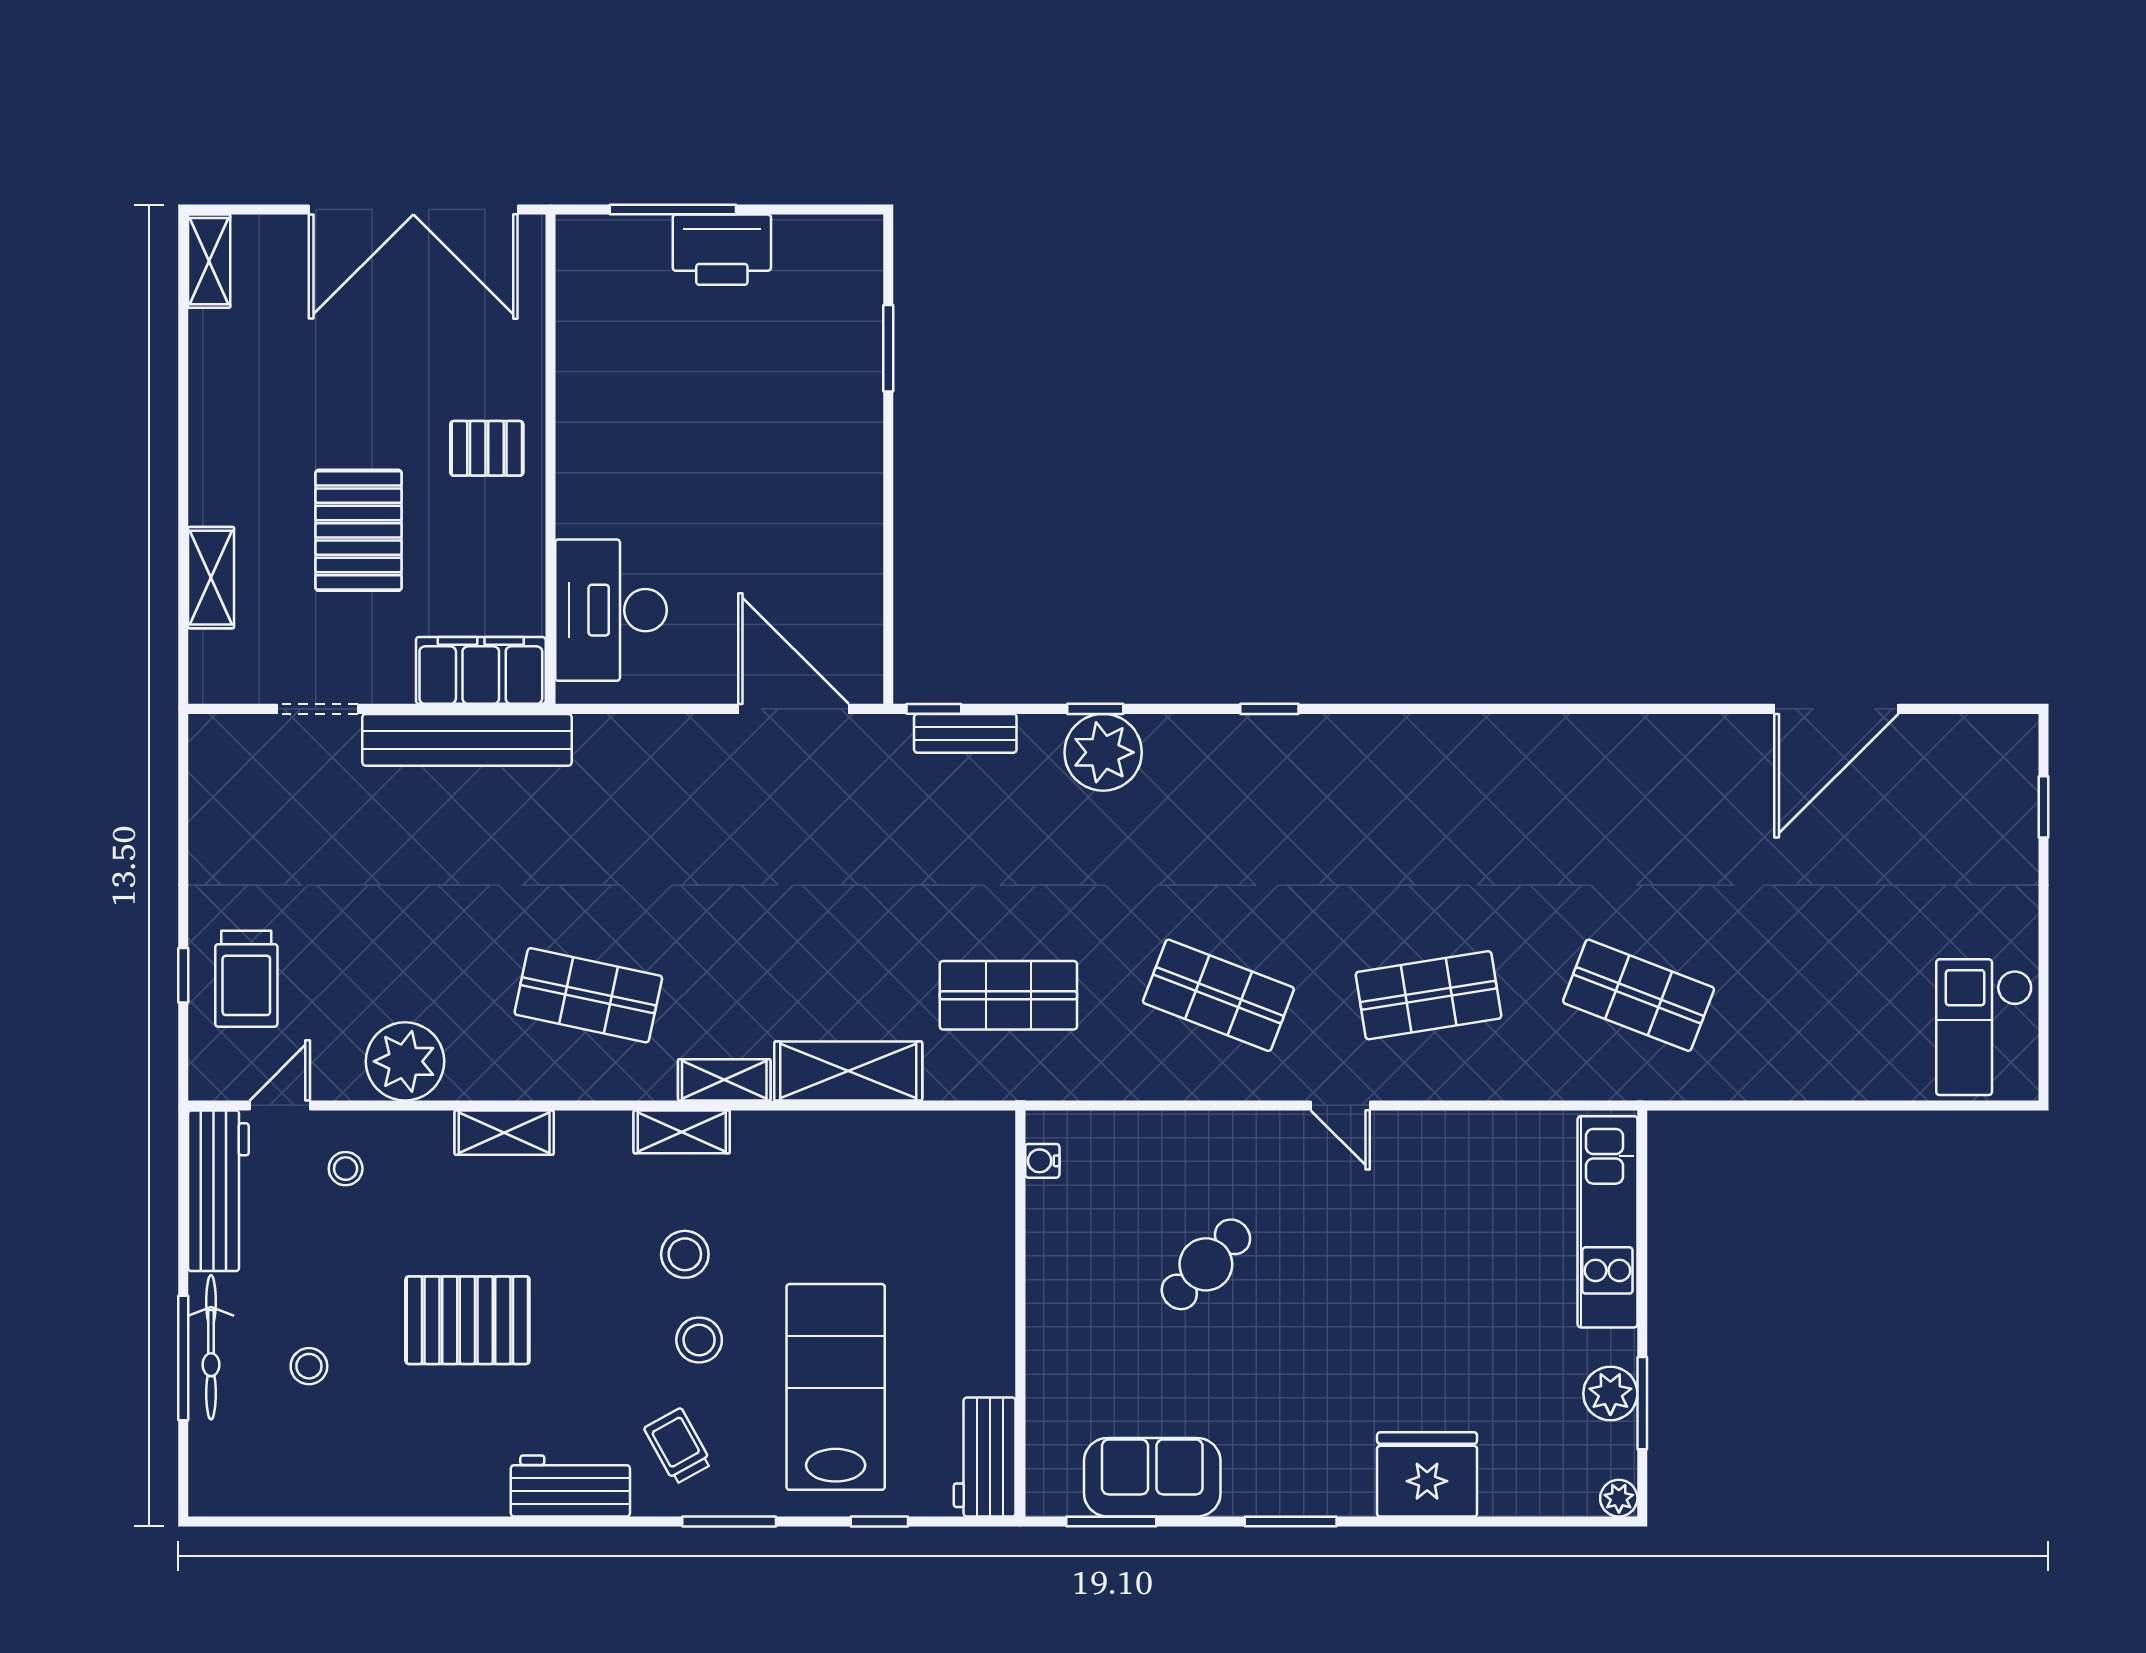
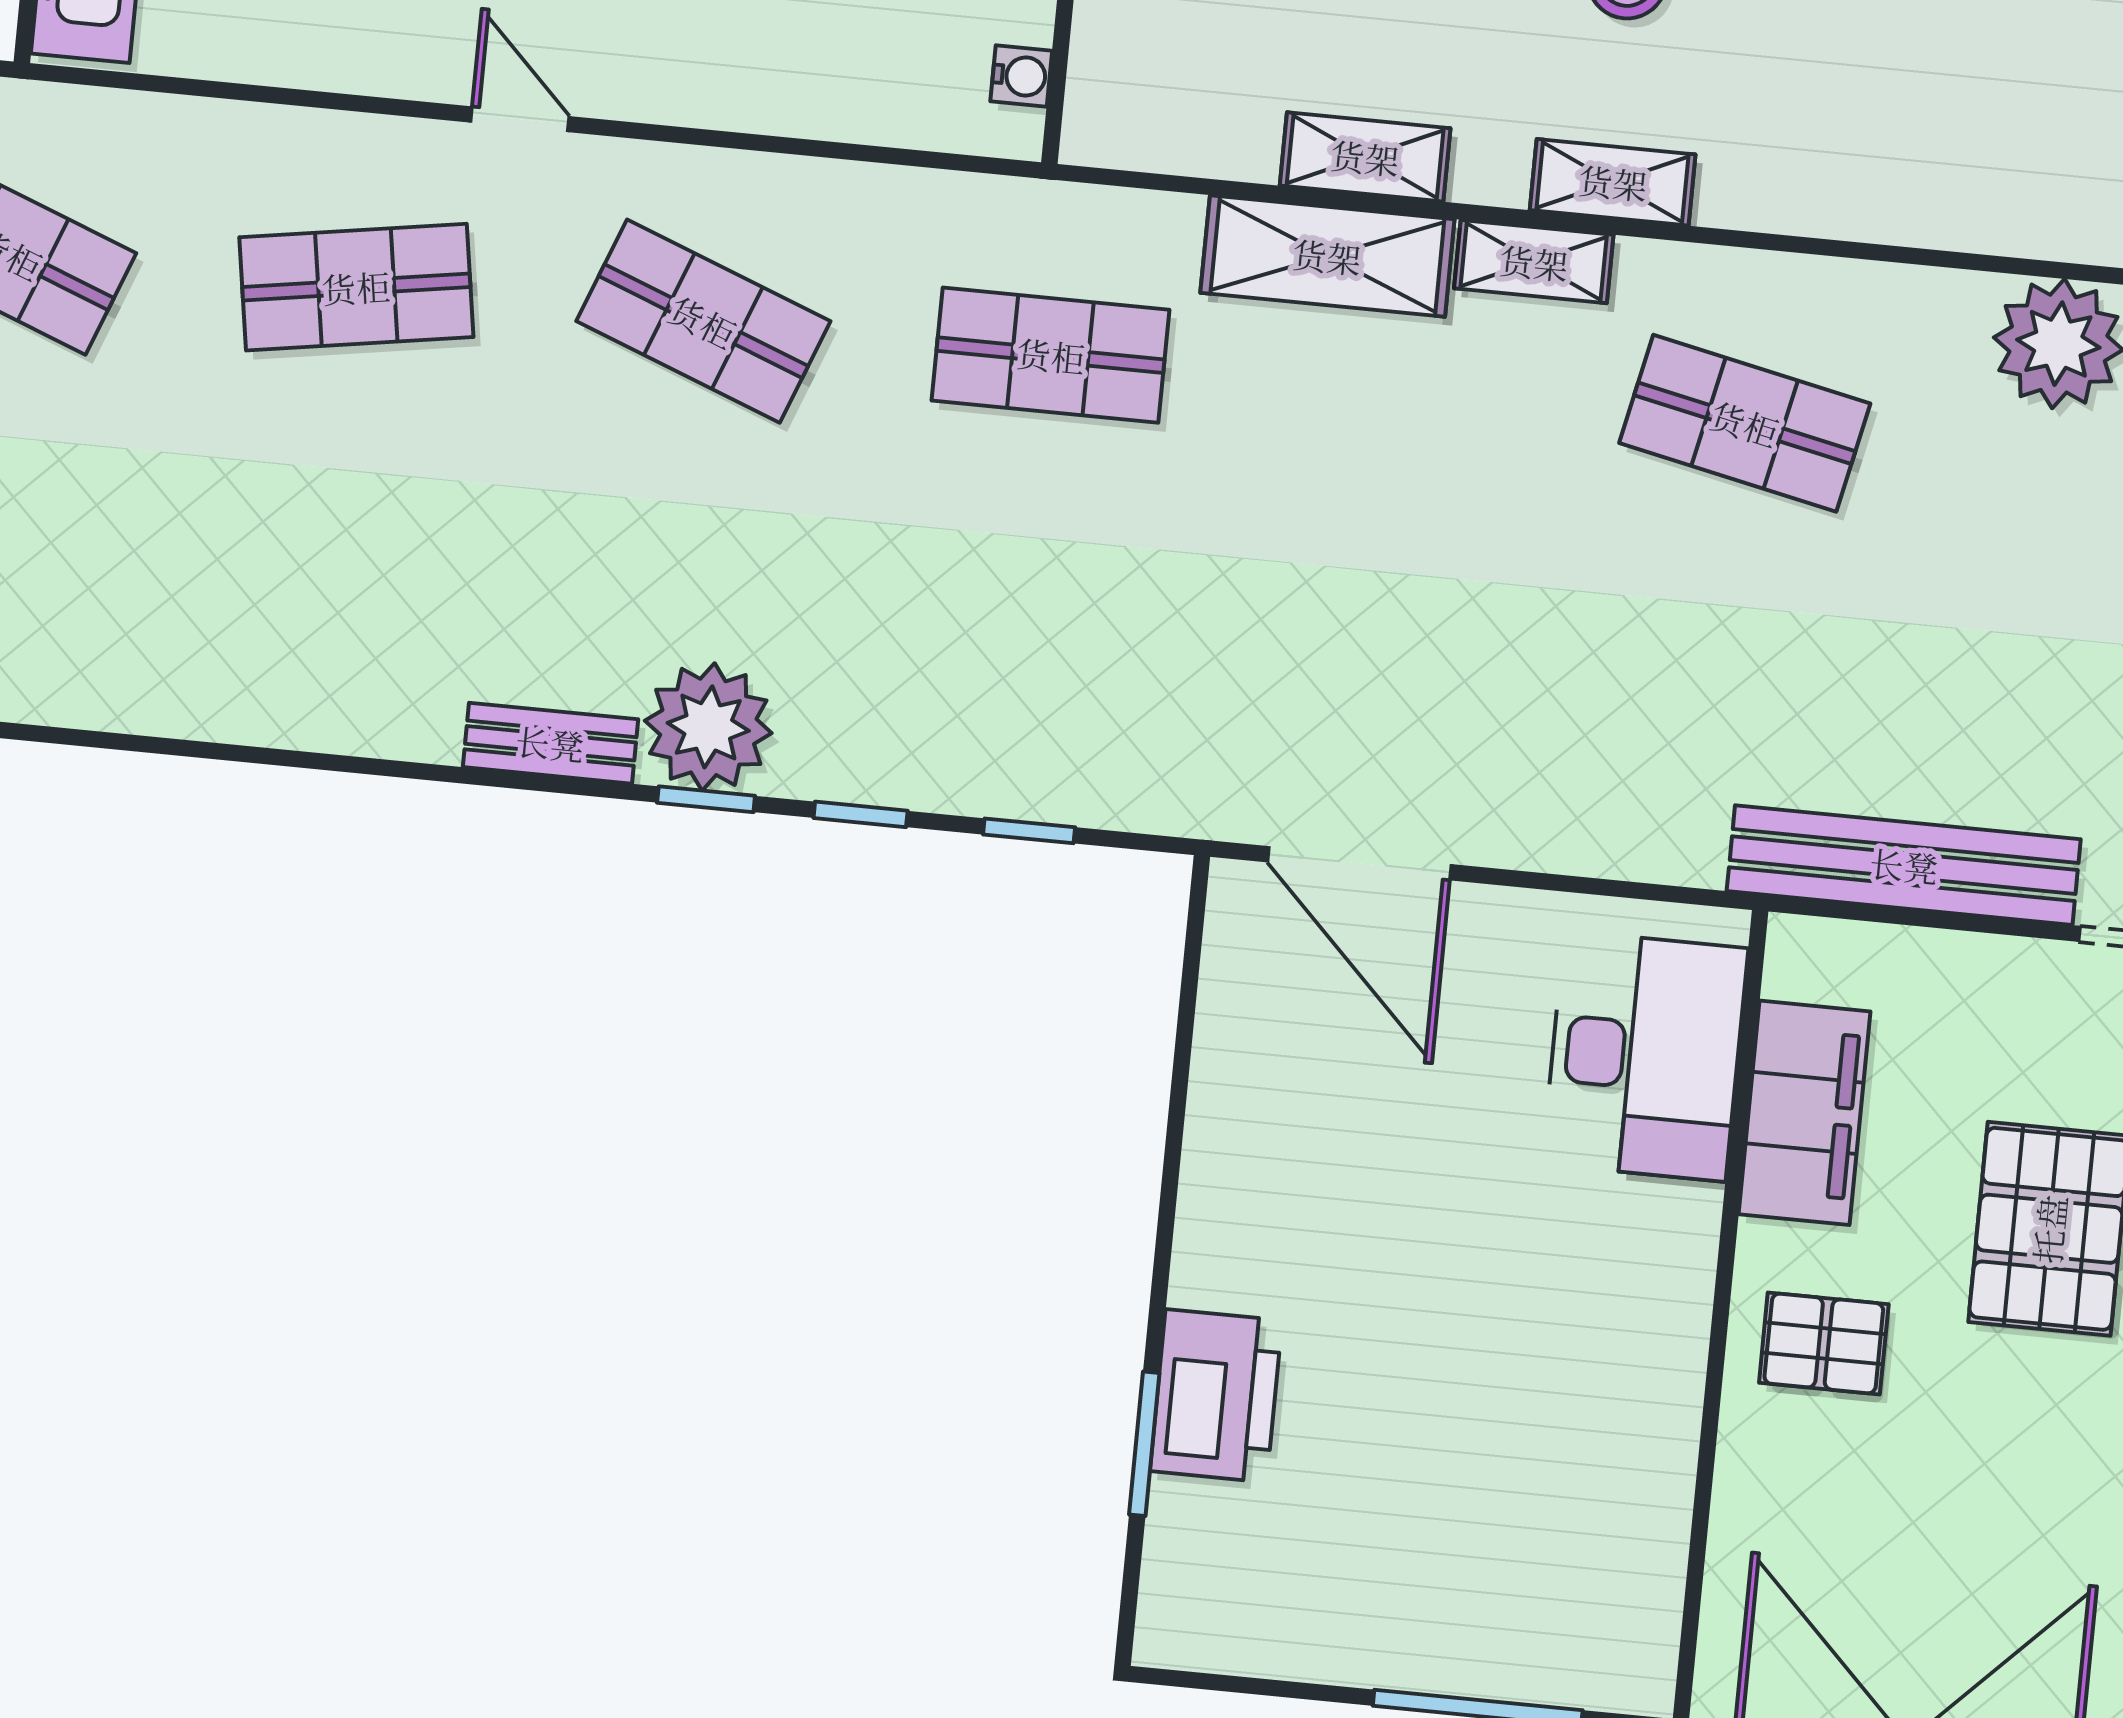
printer: (722, 250) -> (1216, 1396), moved, turned 90
filing cabinet: (481, 670) -> (1805, 1113), moved, turned -90
window: (934, 709) -> (1029, 831), moved
window: (1269, 709) -> (706, 799), moved
bench: (965, 733) -> (550, 743), moved
plant: (1103, 752) -> (708, 727), moved
shelving: (504, 1133) -> (1365, 157), moved

